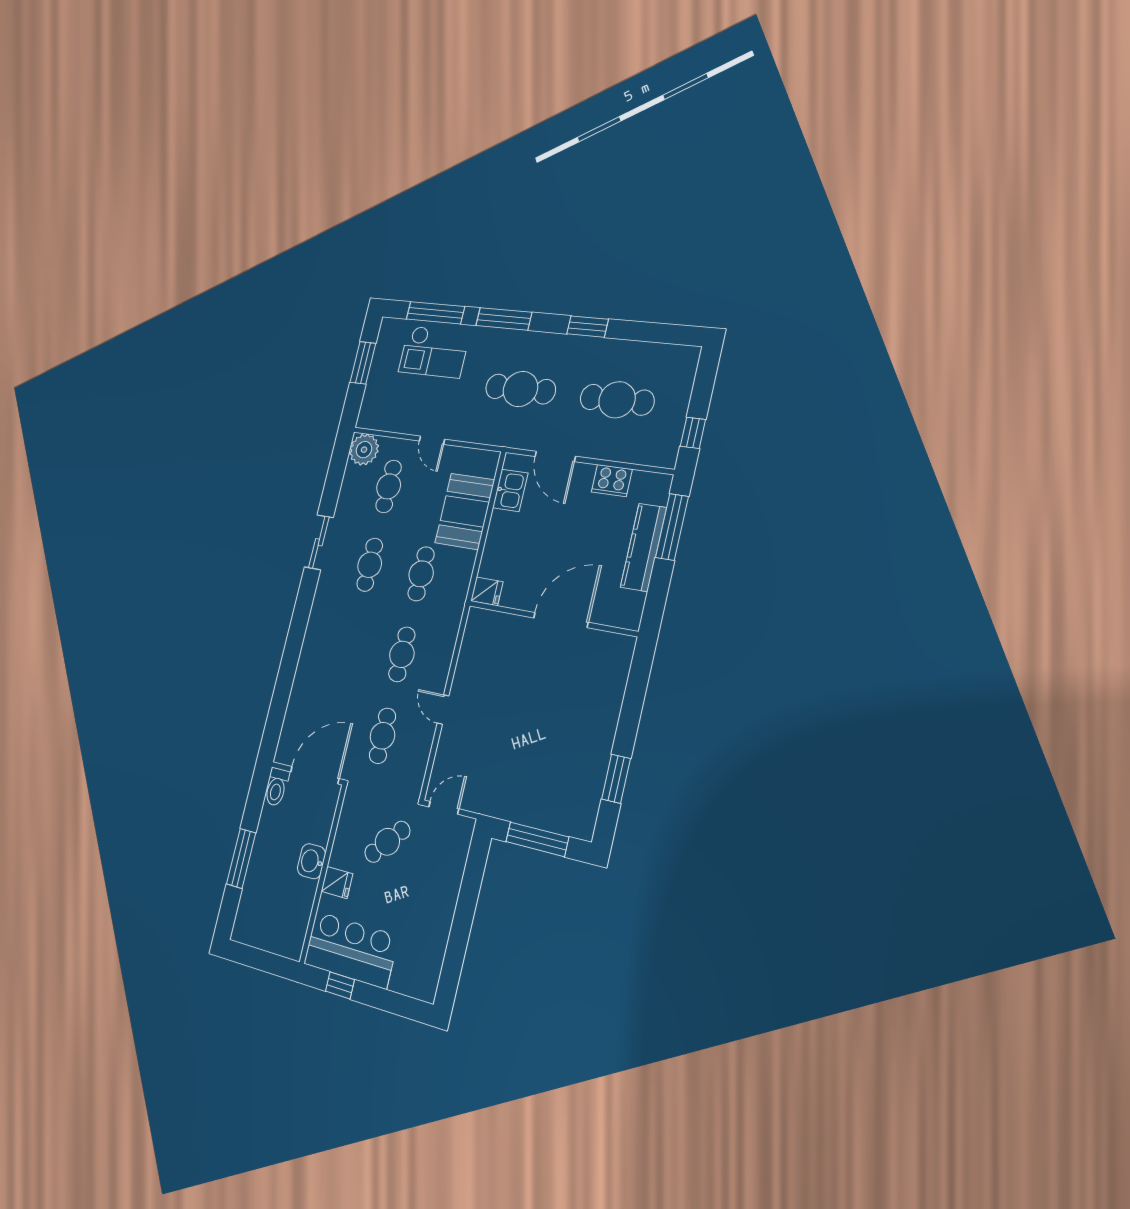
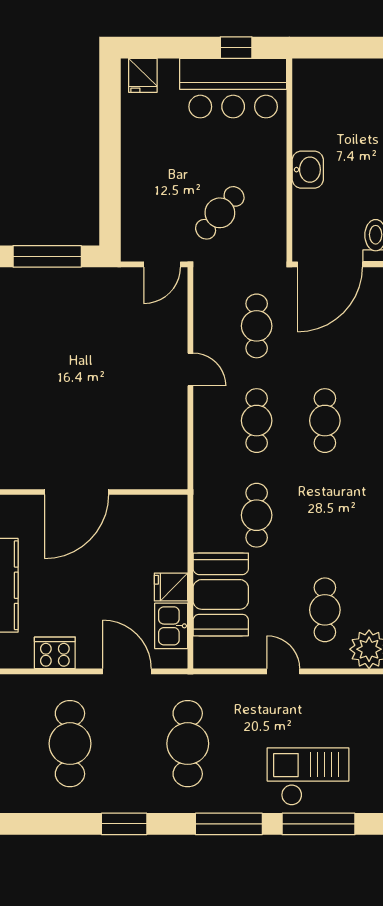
cafe table: (520, 389) -> (188, 744), turned 90
cafe table: (617, 400) -> (70, 744), turned 90
cafe table: (370, 565) -> (325, 421), moved
fridge: (487, 591) -> (171, 587), moved
fridge: (337, 883) -> (143, 75), moved, turned -90

